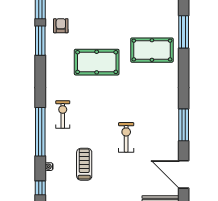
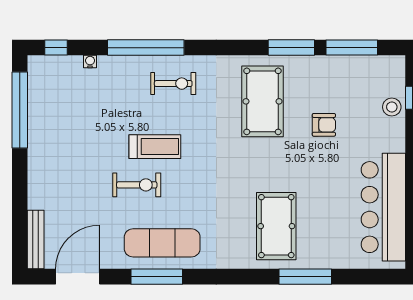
armchair: (61, 26) -> (324, 125), moved
pool table: (97, 62) -> (262, 101), moved
exercise mat: (162, 121) -> (162, 243), added
treadmill: (84, 164) -> (155, 147), moved

